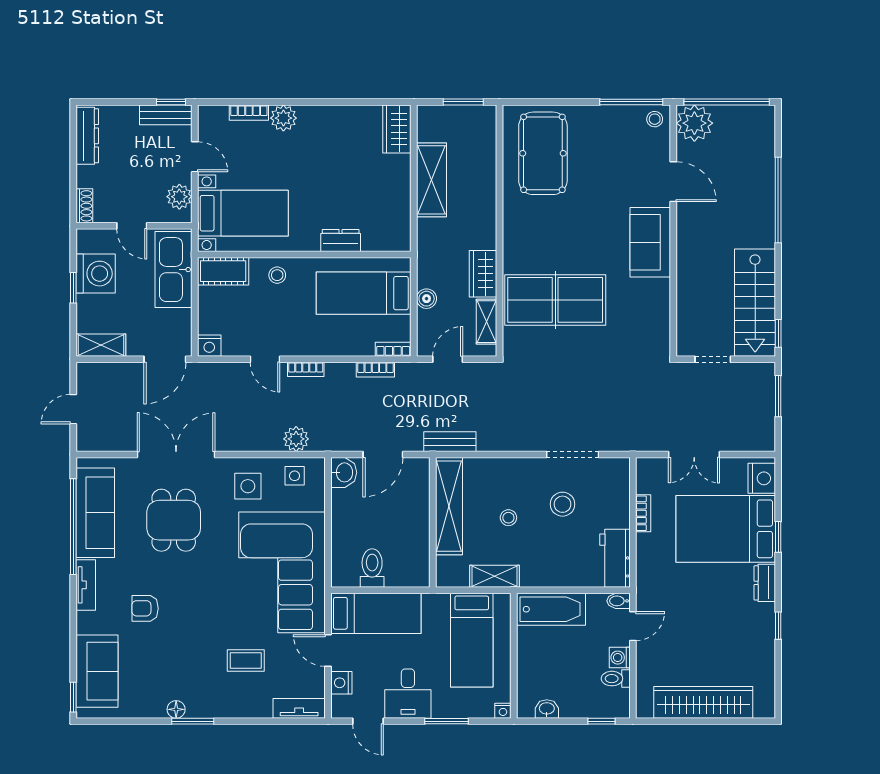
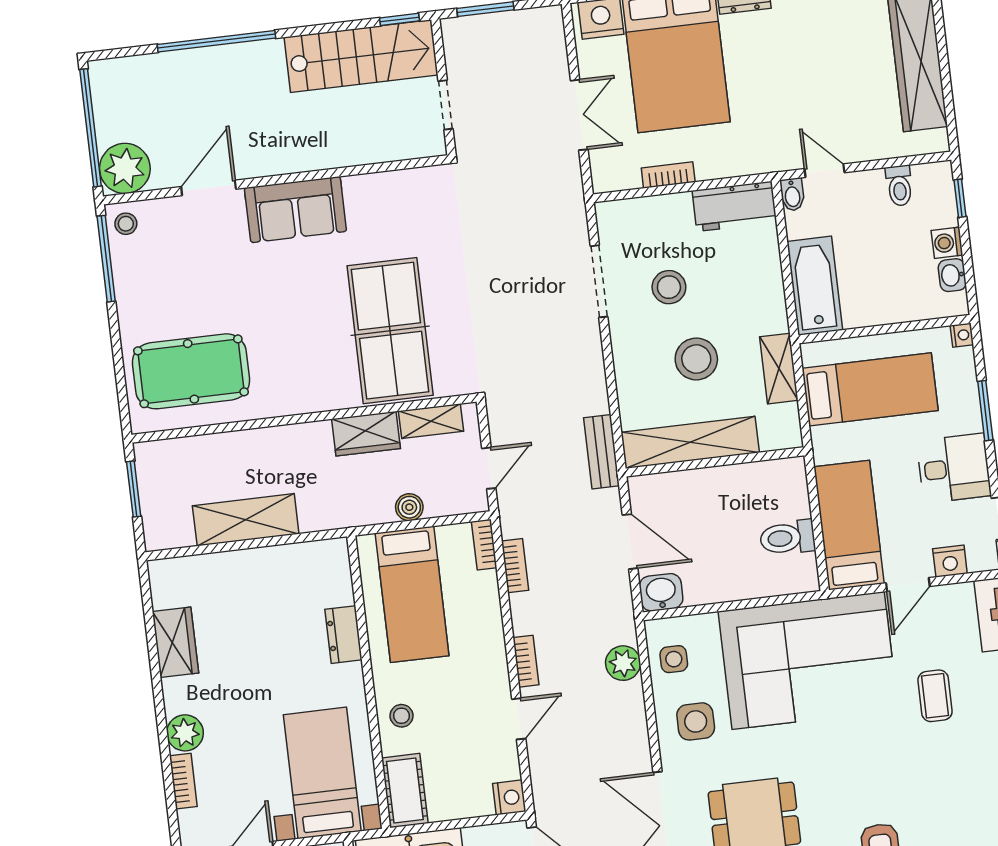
wardrobe: (397, 129) -> (175, 642), moved, turned -90
door: (448, 359) -> (489, 468), swing flipped
stool: (508, 518) -> (696, 359), width x1.89, depth x1.89
washing machine: (620, 658) -> (947, 243), moved, turned 90

